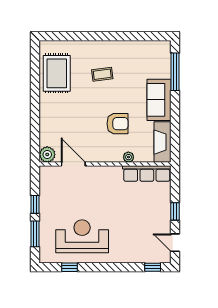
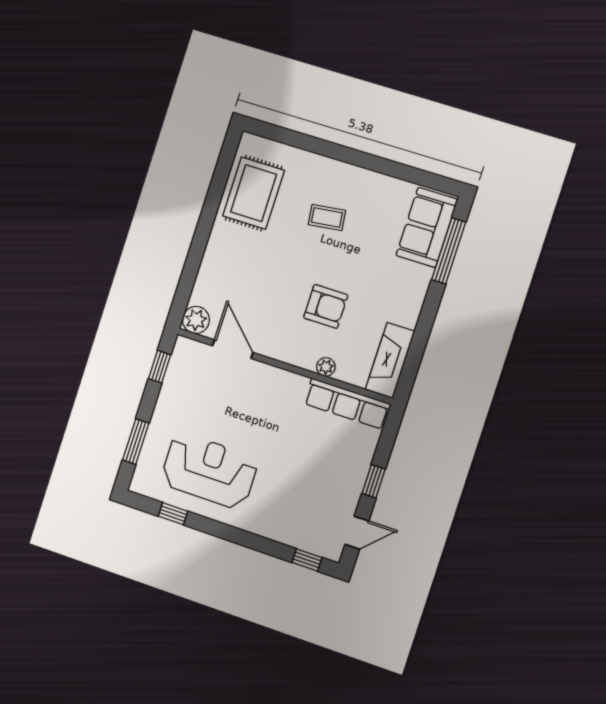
sofa: (159, 100) -> (427, 227), moved
window: (35, 204) -> (160, 367), moved
door: (175, 243) -> (357, 533), swing flipped

